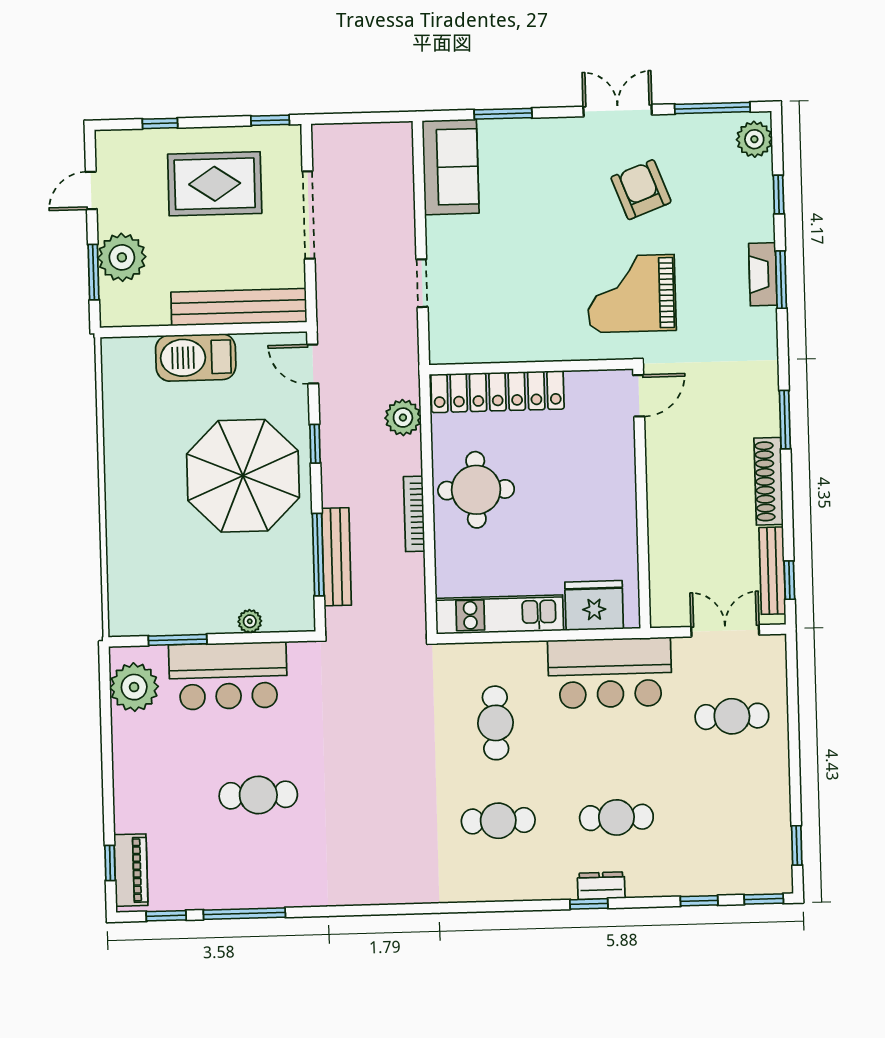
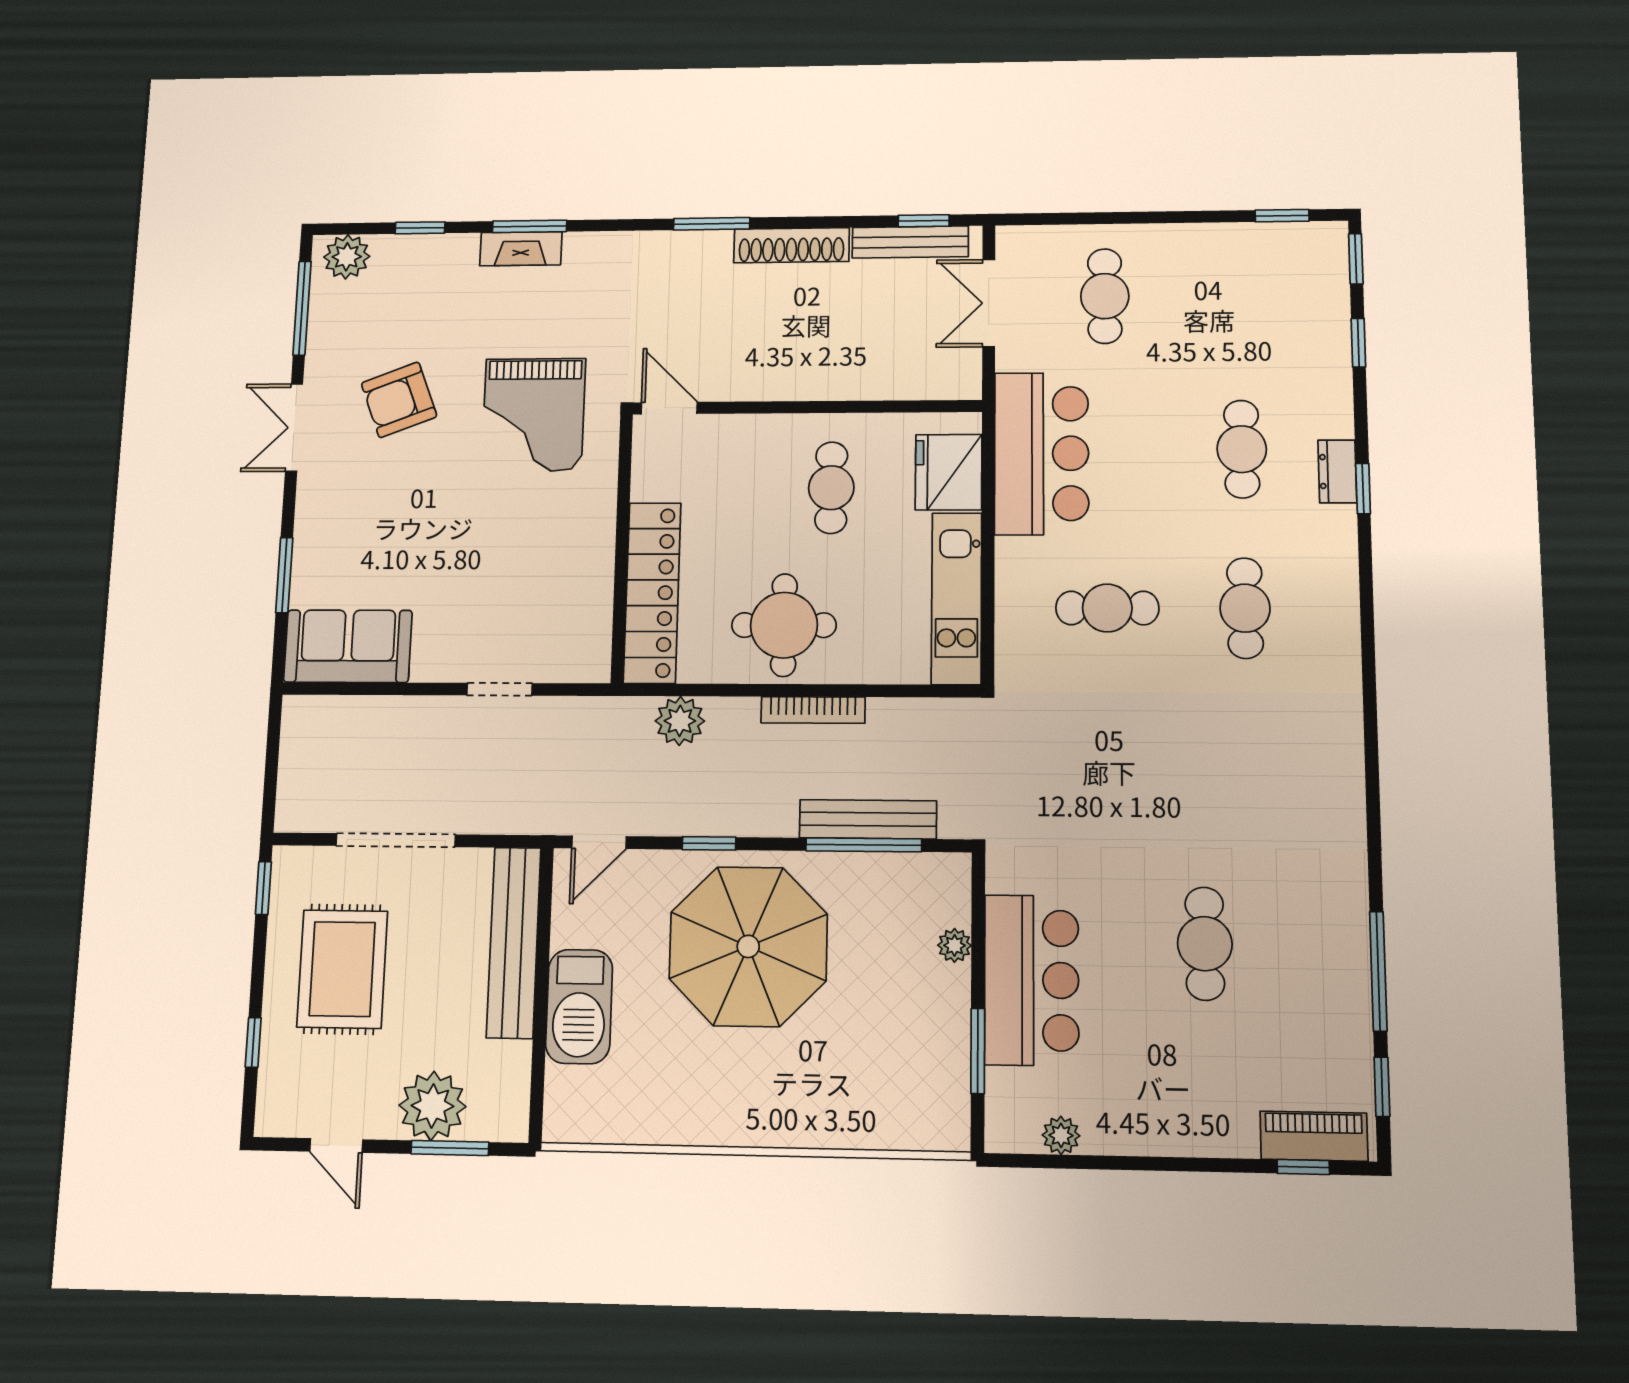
cafe table: (580, 520) -> (831, 488), added
plant: (134, 687) -> (1061, 1135), width x0.53, depth x0.53

